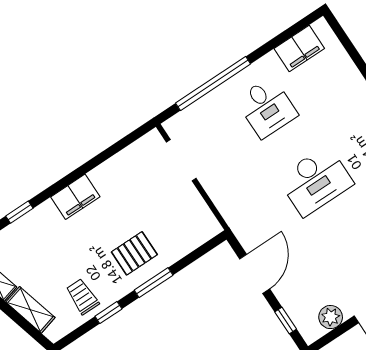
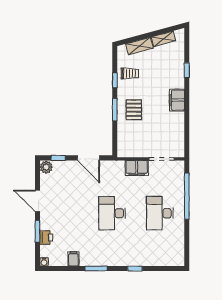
filing cabinet: (299, 48) -> (137, 168), moved, turned -90
desk: (267, 107) -> (160, 213), width x1.37
plant: (331, 317) -> (46, 167), moved

